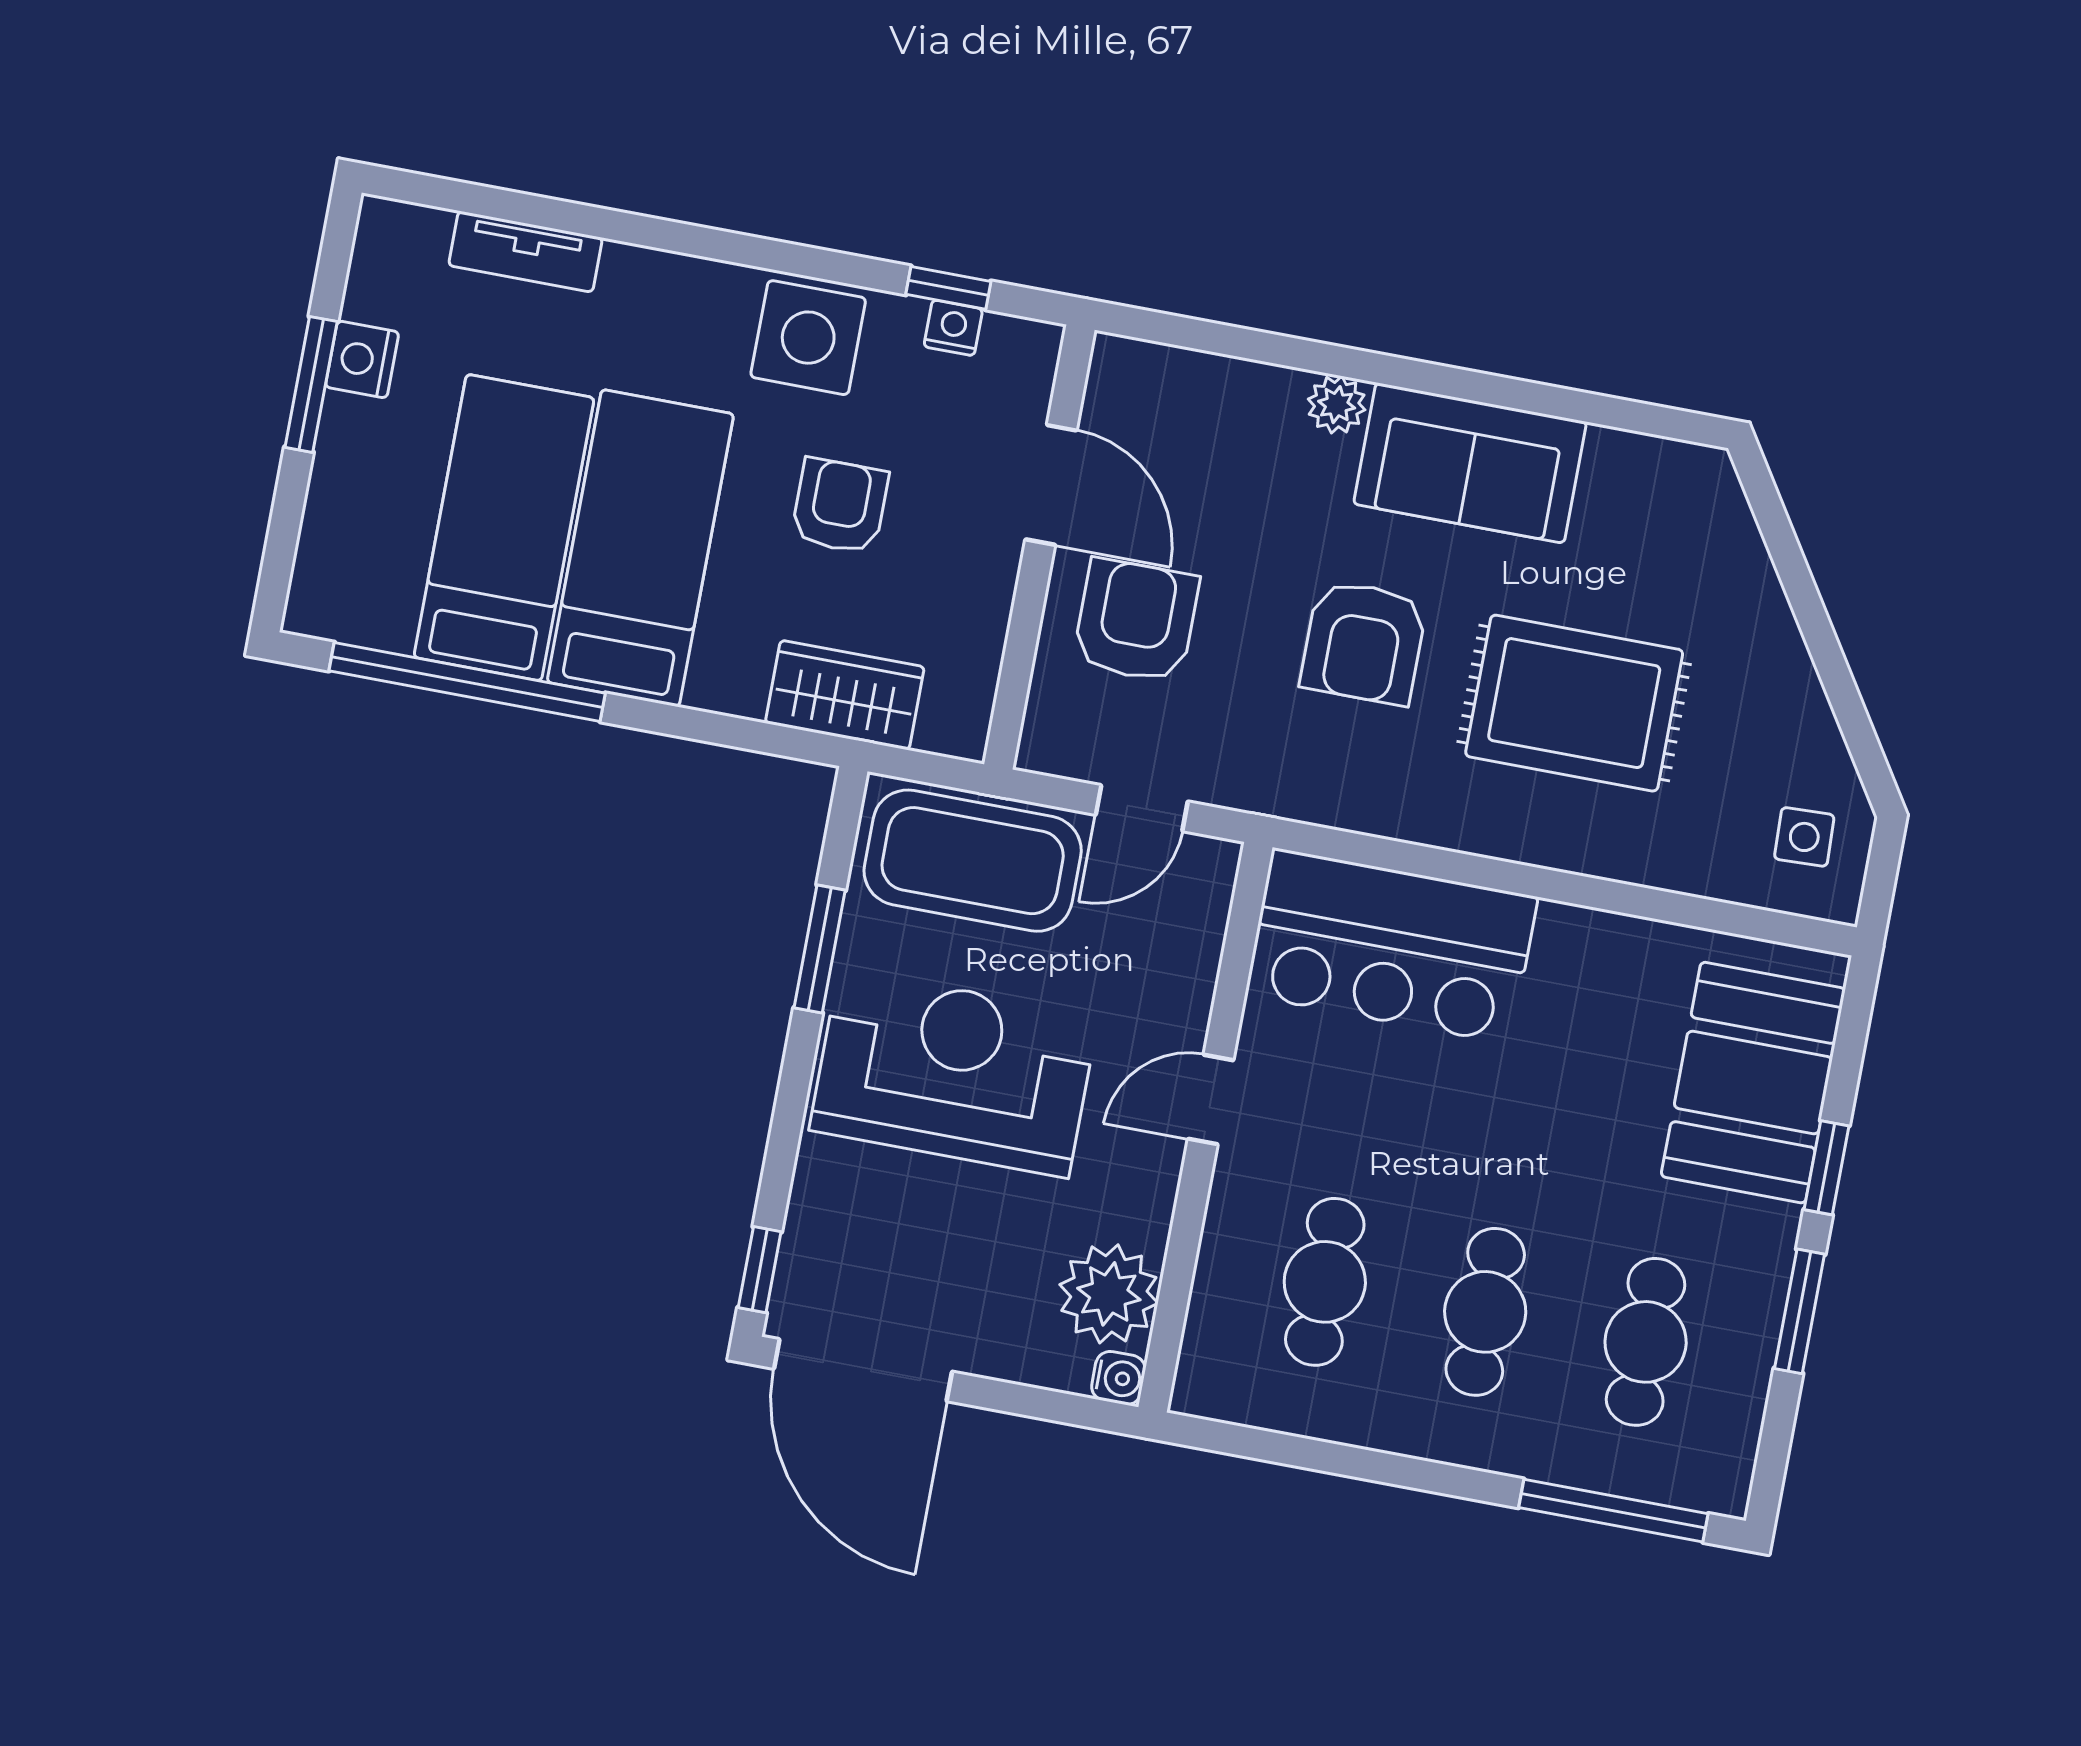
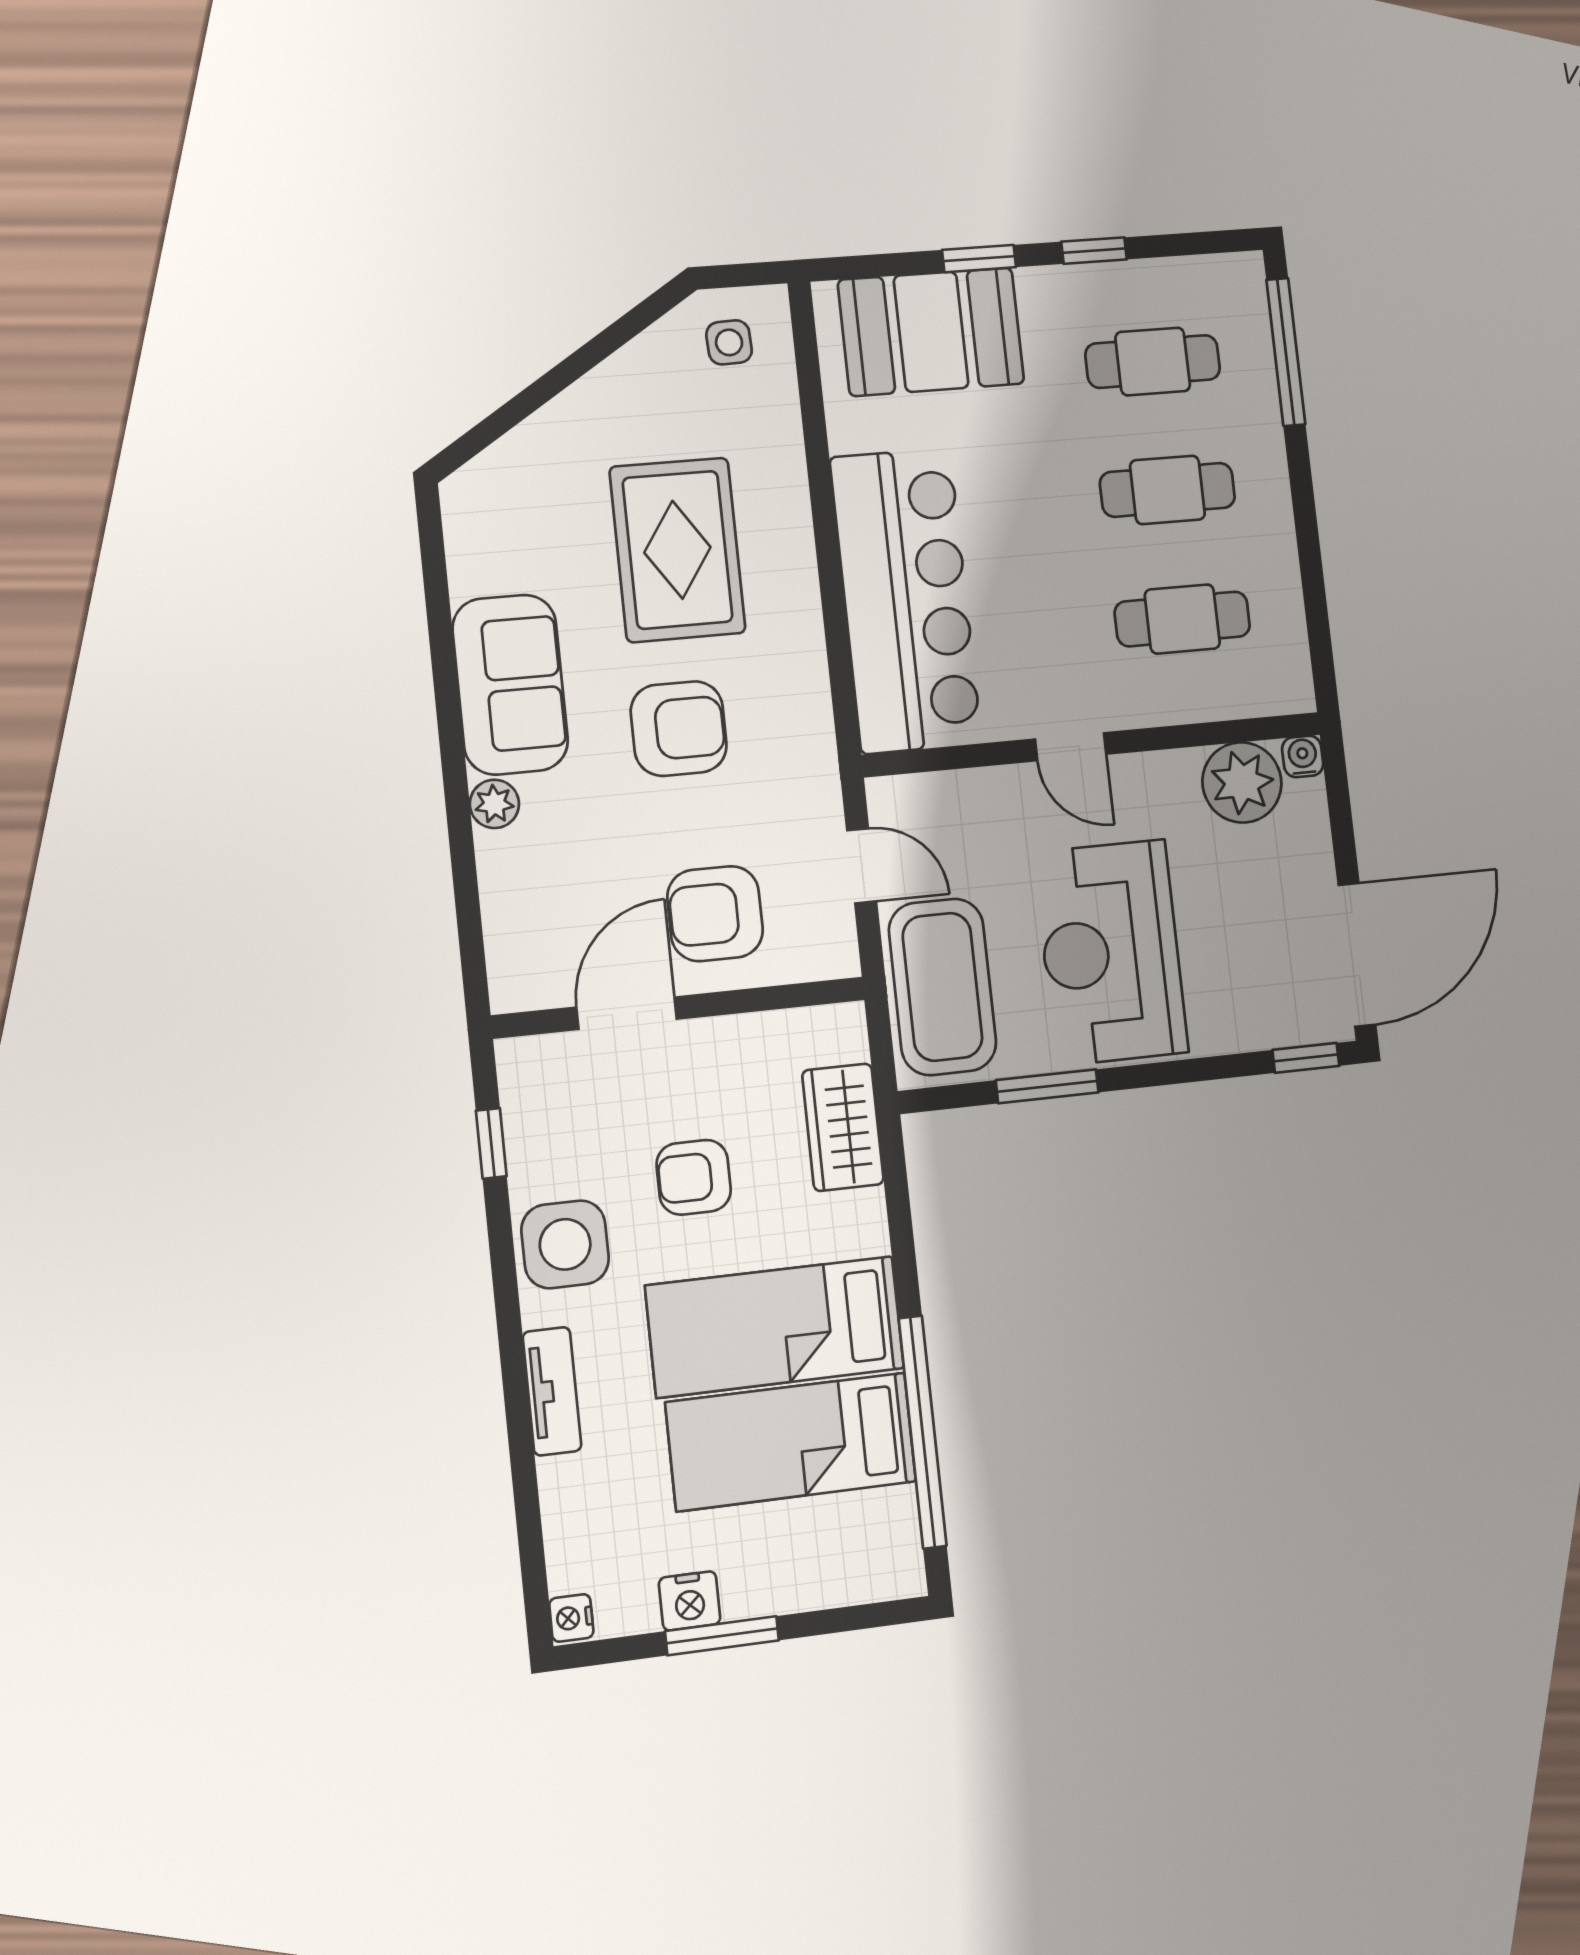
tv unit: (525, 252) -> (552, 1391), moved
nightstand: (953, 328) -> (571, 1618), moved
bar counter: (1391, 946) -> (906, 600), width x1.36
window: (1800, 1311) -> (1094, 251), width x0.67

